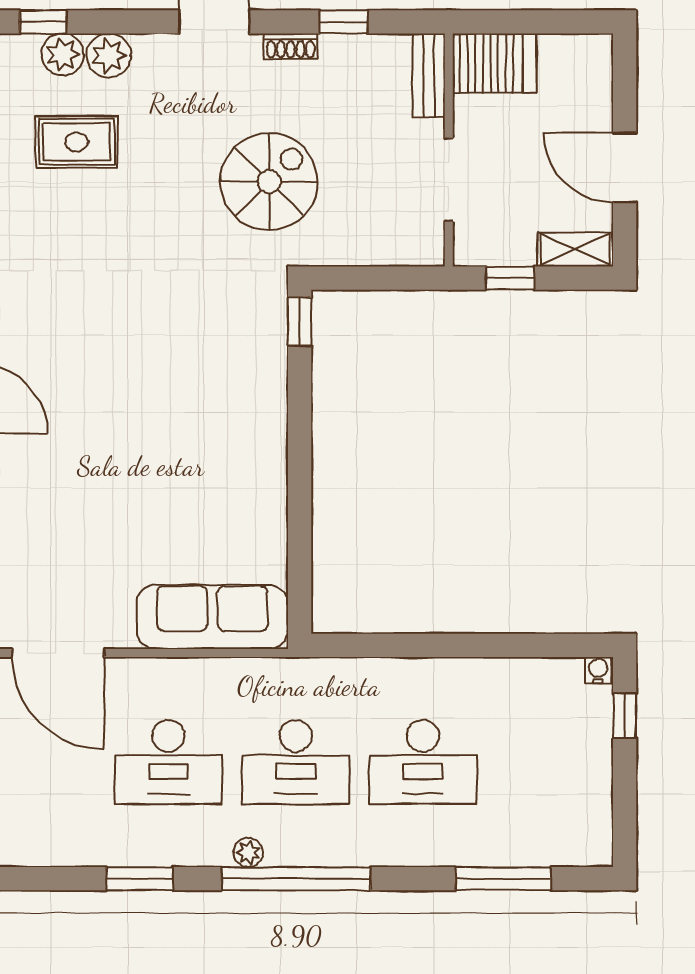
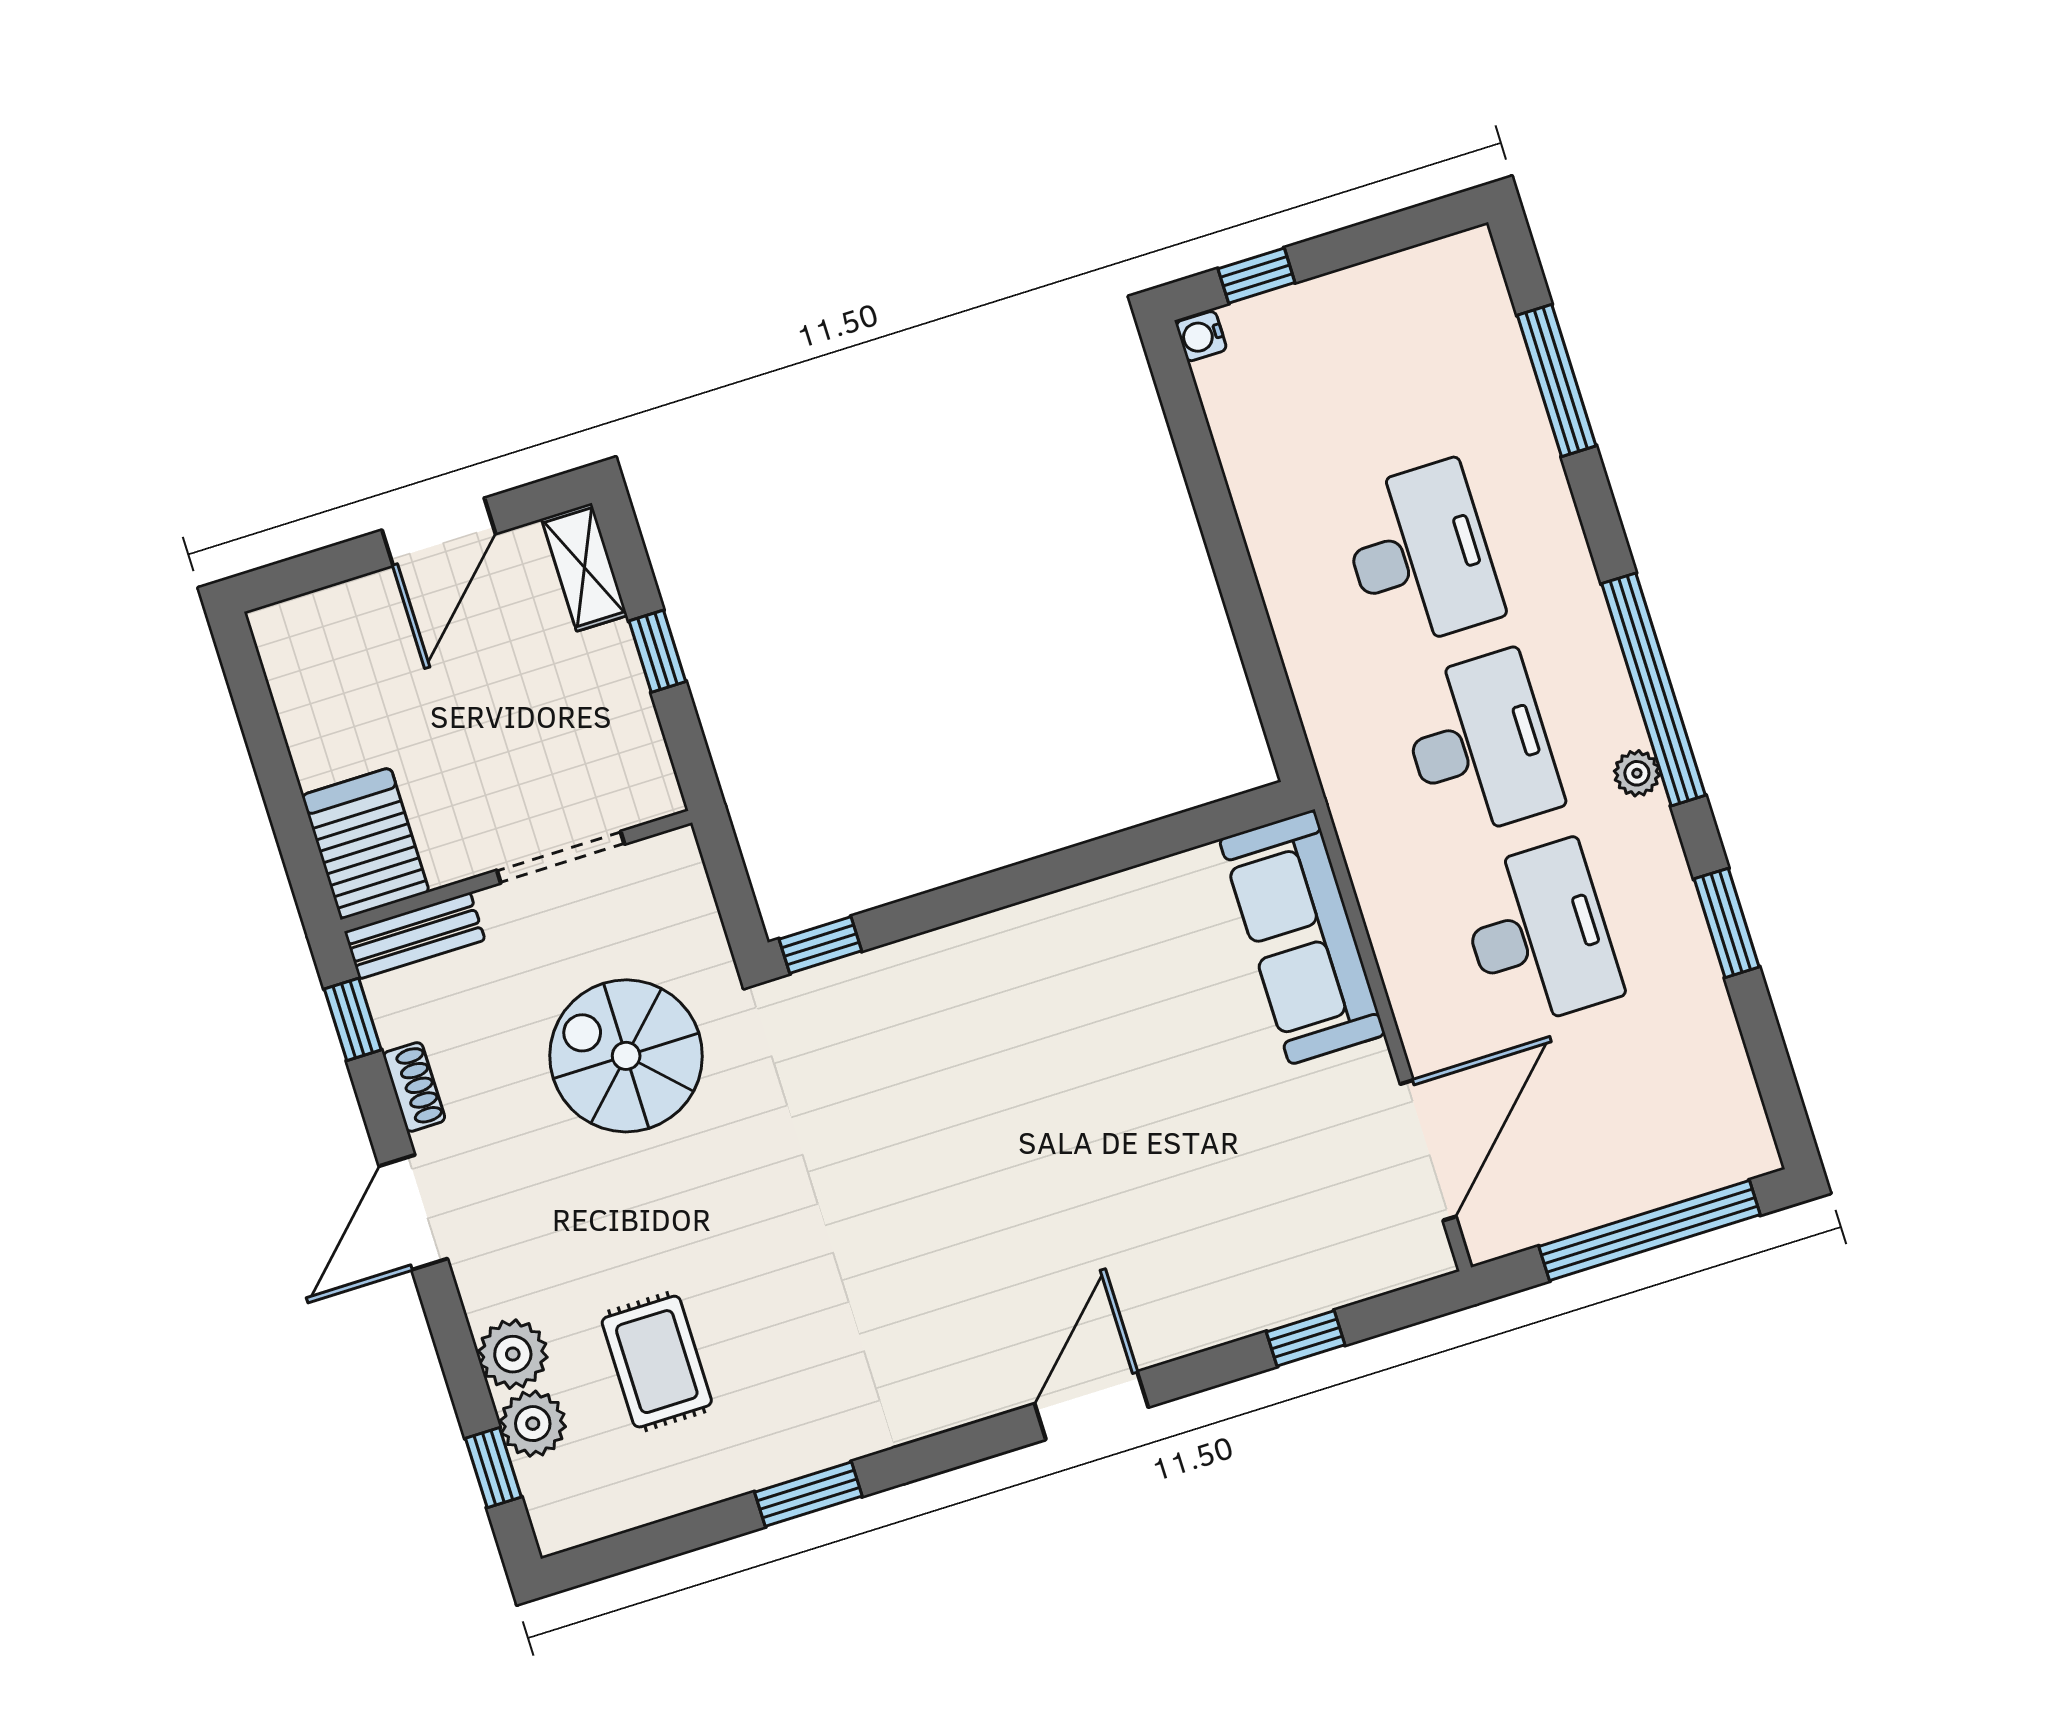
server rack: (494, 63) -> (365, 844), moved
bench: (429, 76) -> (415, 936), moved
wall: (449, 150) -> (516, 871), moved
doorway: (449, 180) -> (561, 857), moved

